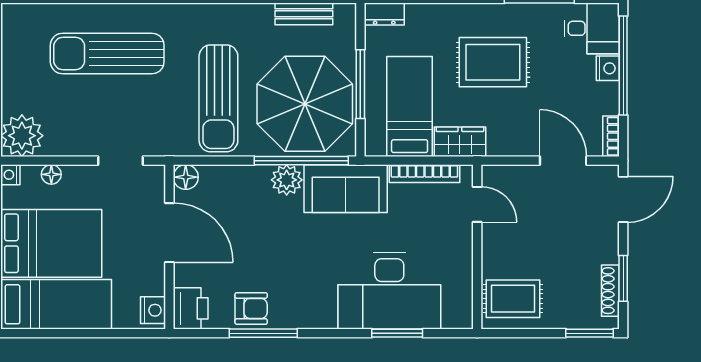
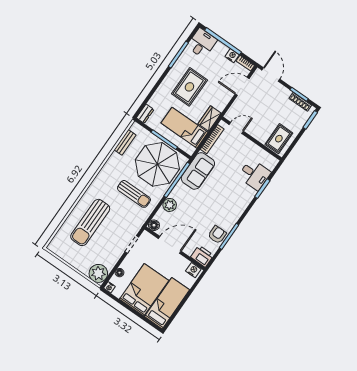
nightstand: (608, 68) -> (232, 56), moved
sun lounger: (218, 98) -> (134, 194), width x0.73, depth x0.75
plant: (287, 180) -> (170, 205), moved
desk: (389, 291) -> (254, 175), width x0.53, depth x0.77

